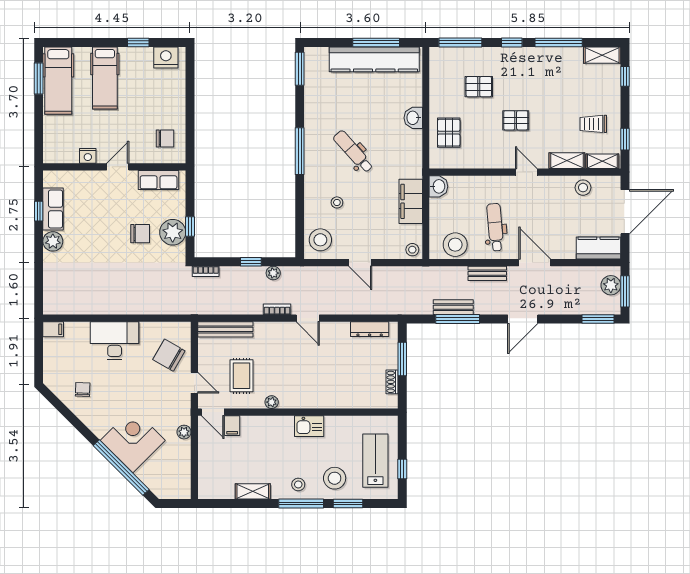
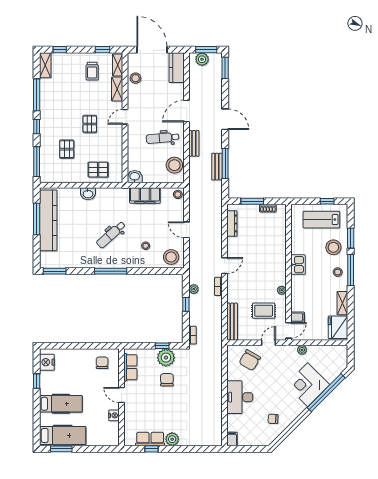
door: (360, 263) -> (187, 230), swing flipped
fridge: (217, 485) -> (338, 327), added

